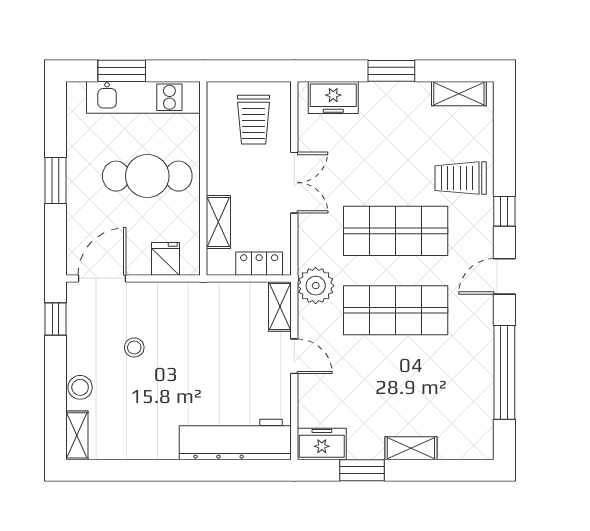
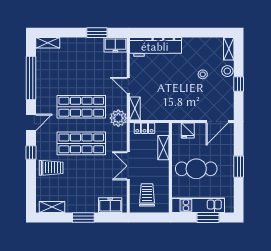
window: (56, 319) -> (239, 84), moved
stool: (134, 347) -> (203, 74), moved
shelving: (411, 448) -> (48, 43), moved

